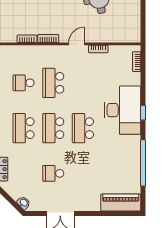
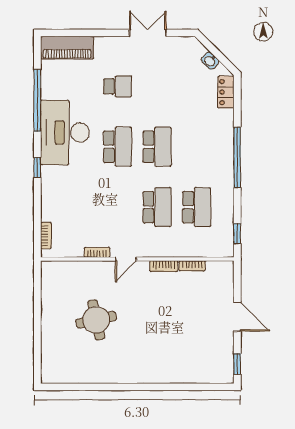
school desk: (24, 83) -> (197, 207), width x1.85
desk: (122, 110) -> (65, 132), moved
school desk: (24, 128) -> (197, 147), removed
school desk: (53, 173) -> (117, 86), moved
washbasin: (24, 203) -> (210, 61), moved

